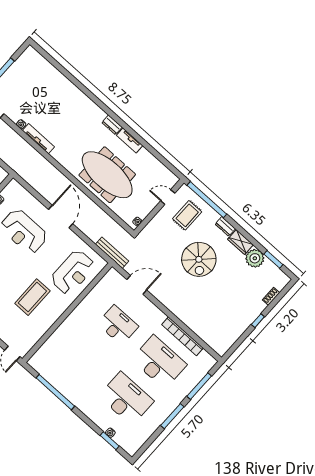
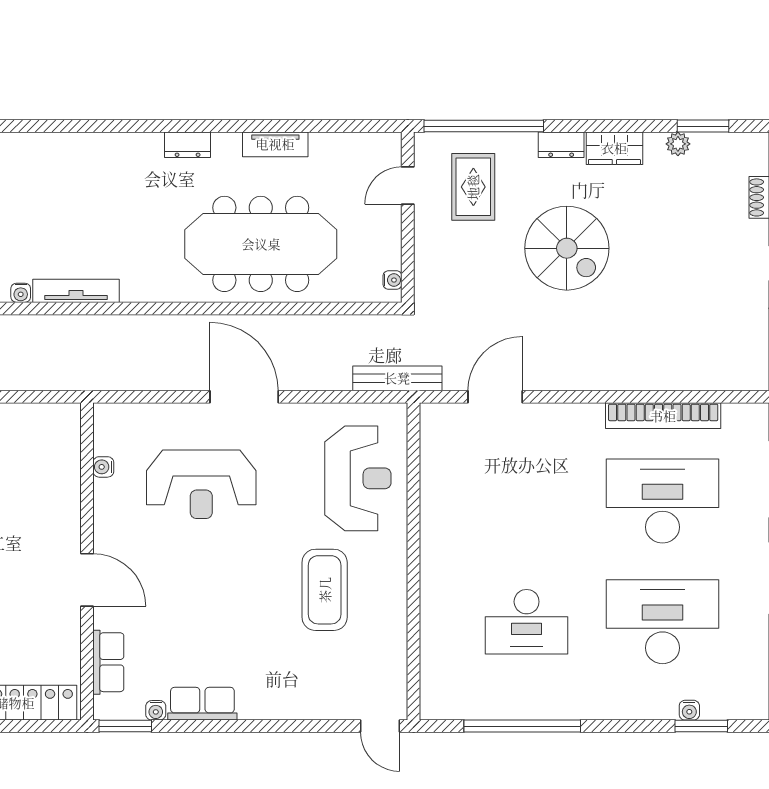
tv unit: (130, 140) -> (275, 144), moved
plant: (255, 258) -> (678, 144), width x0.53, depth x0.53
desk: (118, 325) -> (527, 622), moved, turned 180

